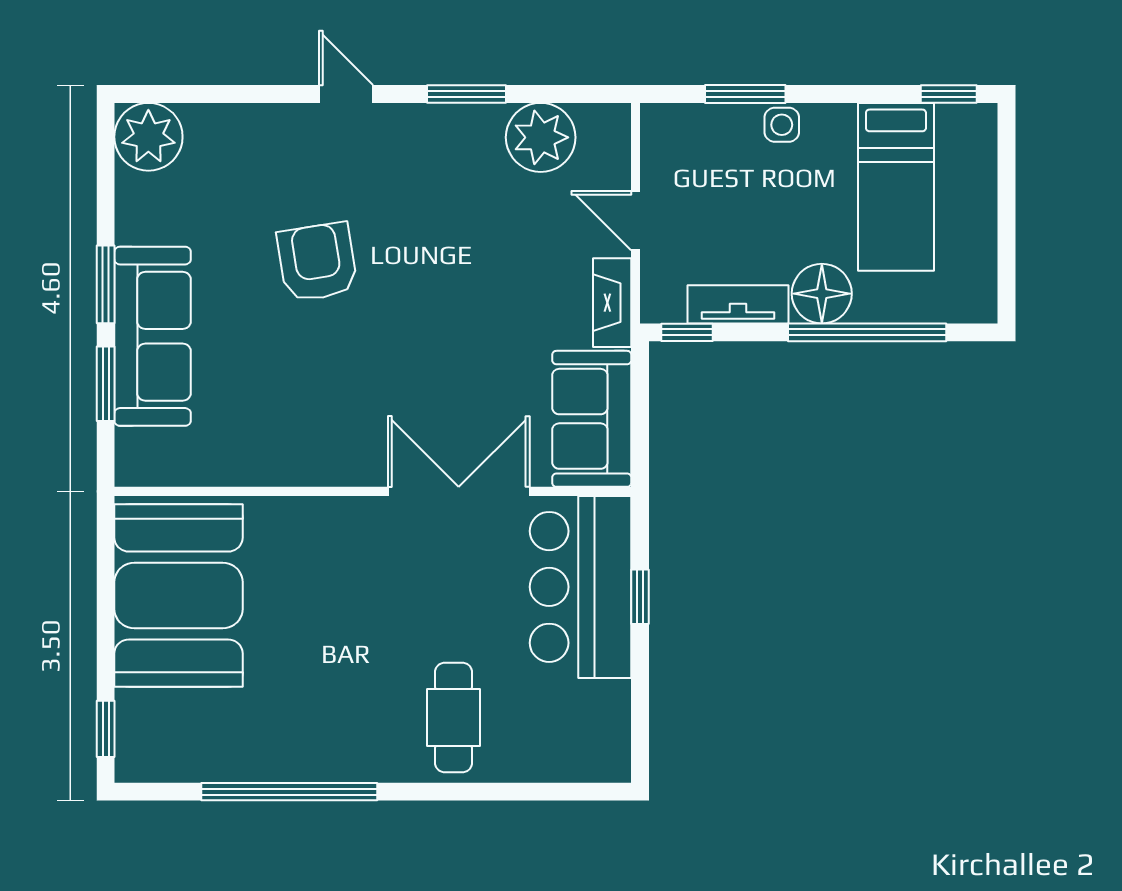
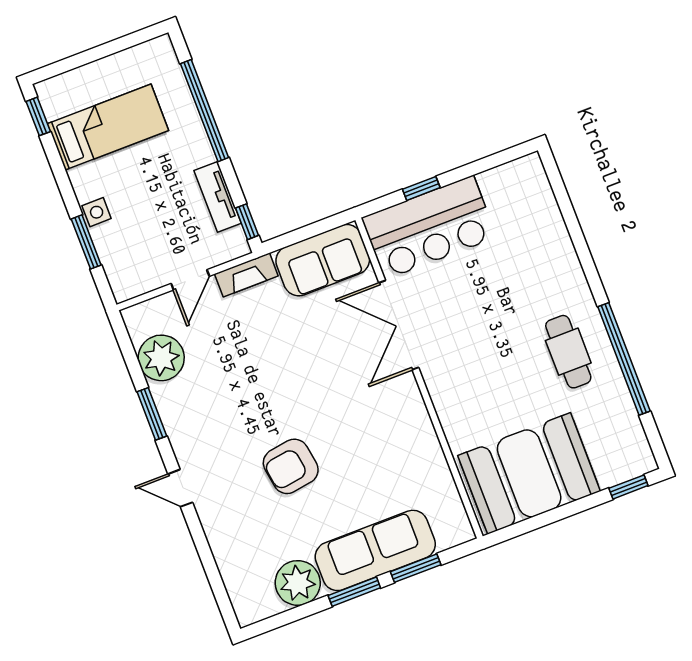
door: (346, 94) -> (180, 488), hinge flipped
plant: (148, 137) -> (298, 583), moved
floor lamp: (822, 294) -> (191, 148), removed
cafe table: (454, 717) -> (568, 352), moved, turned 90

